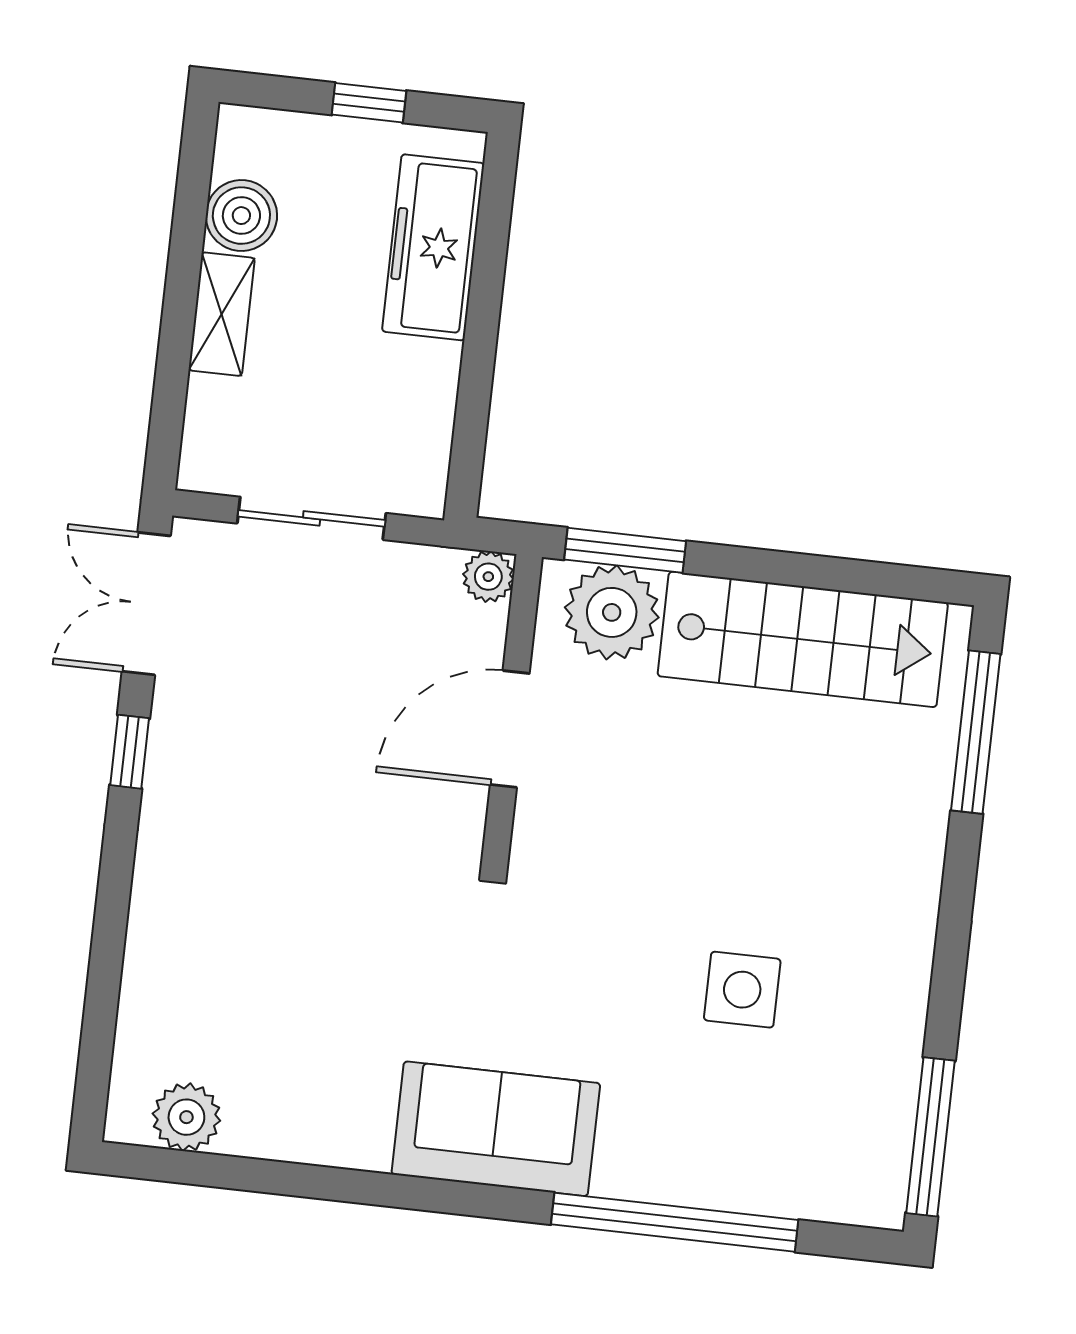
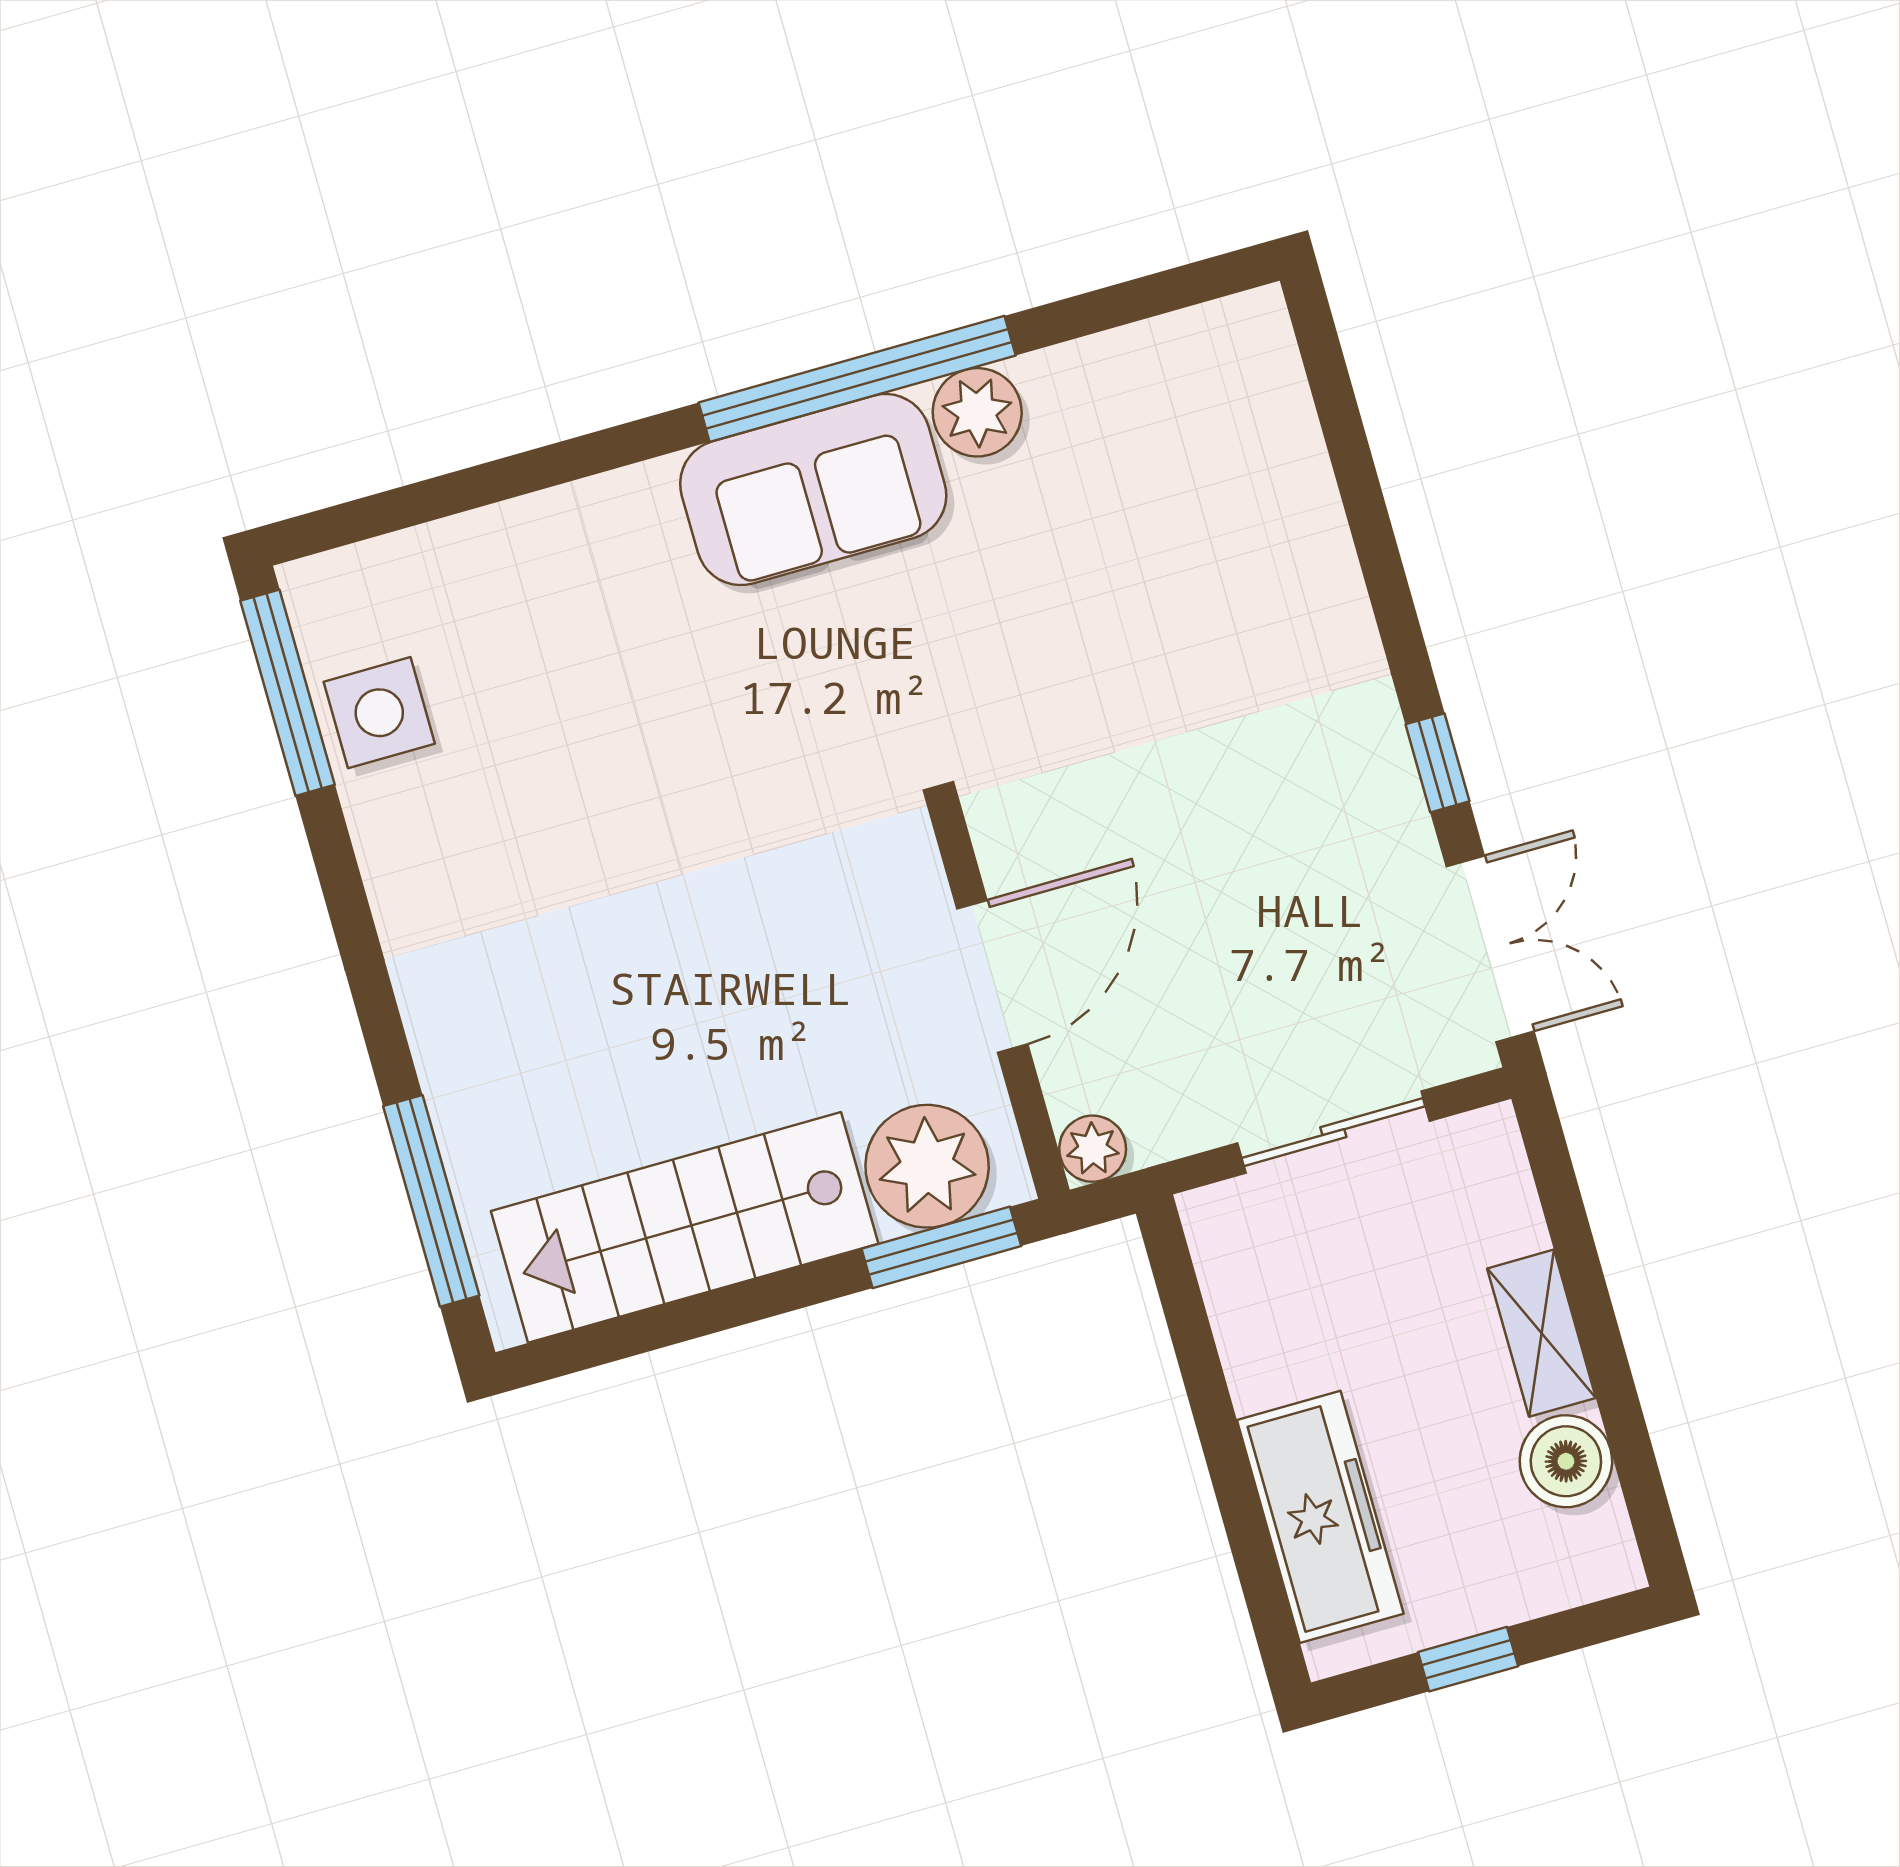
side table: (742, 990) -> (379, 713), moved
plant: (186, 1117) -> (977, 412), moved
window: (675, 1222) -> (857, 379), moved

